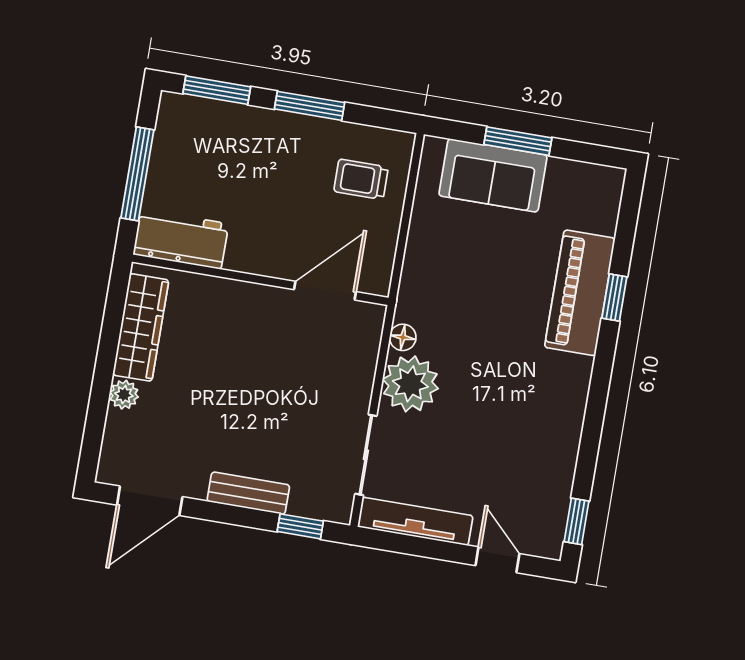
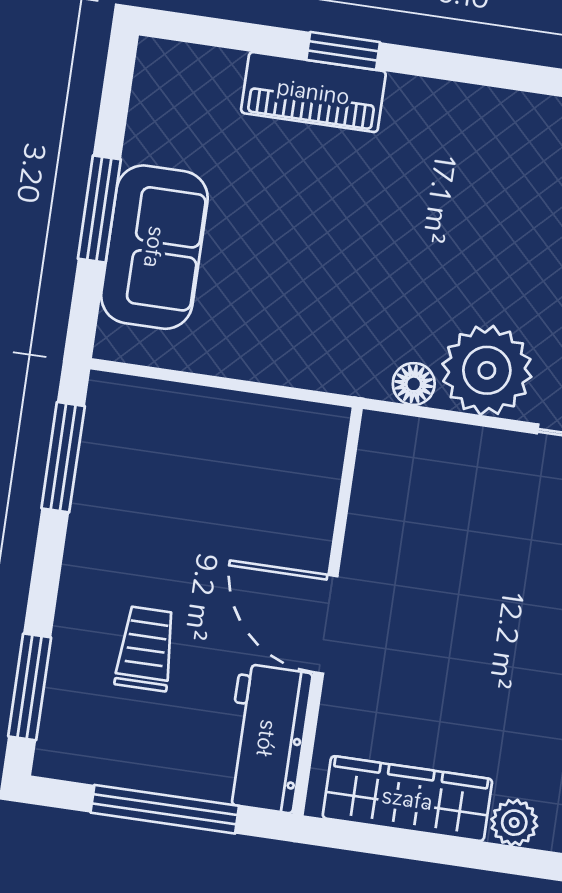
window: (309, 106) -> (63, 457), moved
trolley: (361, 179) -> (146, 649), moved, turned 180
door: (325, 291) -> (326, 624), moved
piano: (580, 293) -> (313, 92), width x0.73, depth x0.75

